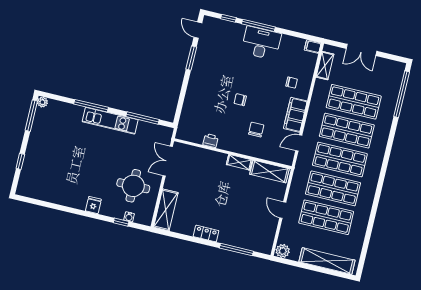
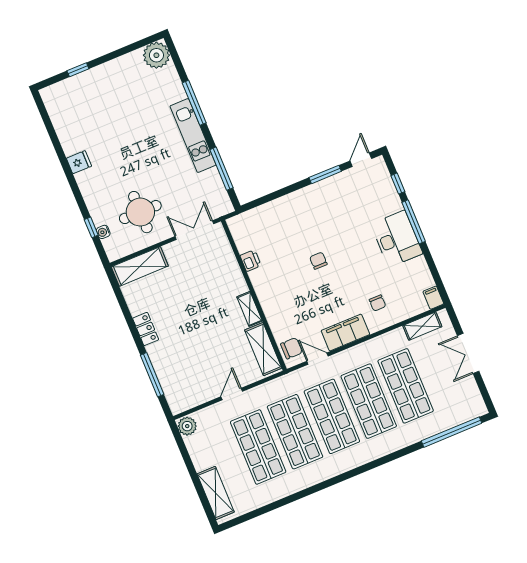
plant: (42, 102) -> (156, 55), width x1.88, depth x1.88
window: (31, 116) -> (136, 46), removed
chair: (256, 130) -> (291, 348), moved
fridge: (93, 205) -> (79, 162), moved
shelving: (327, 261) -> (216, 493), width x0.68

